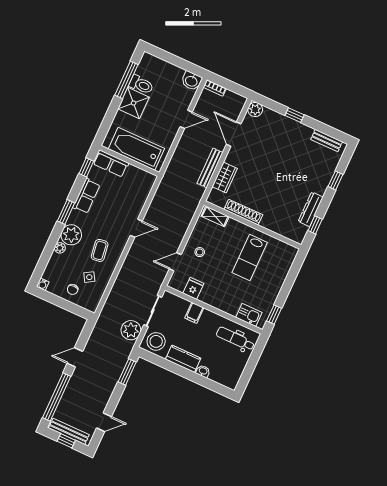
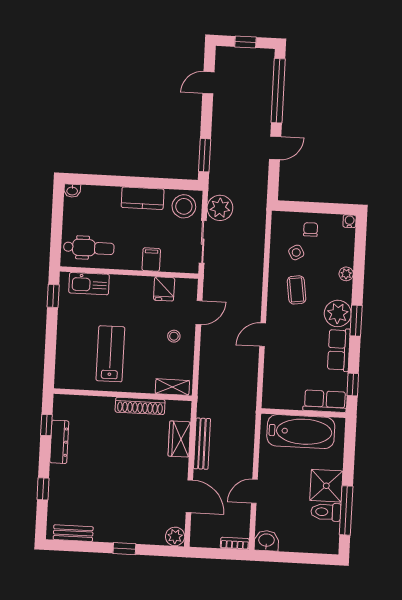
plant: (71, 235) -> (338, 313), moved
kitchen sink: (249, 315) -> (89, 284), width x1.38
washbasin: (203, 371) -> (72, 191), moved
bench: (69, 431) -> (247, 55), removed

